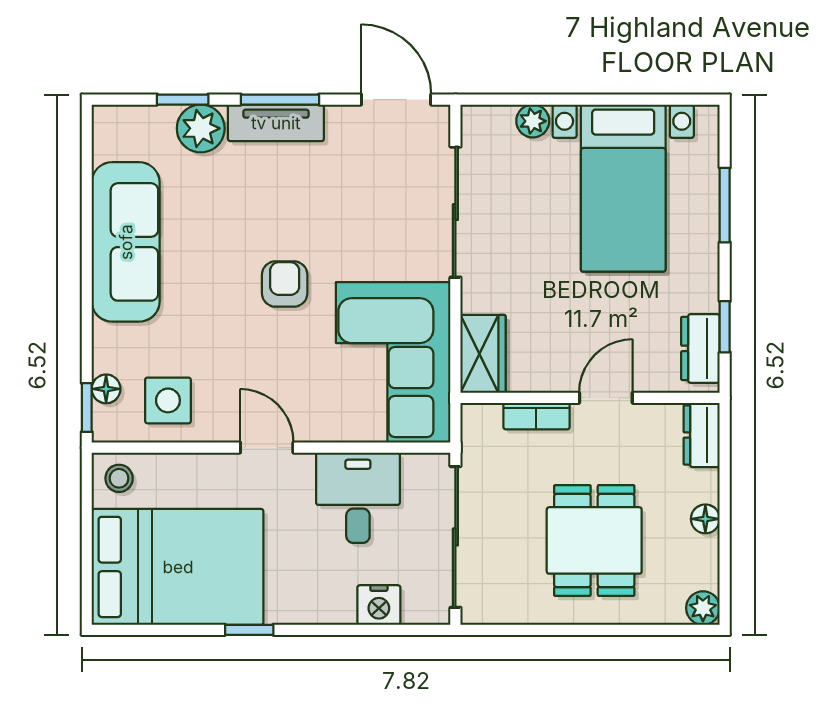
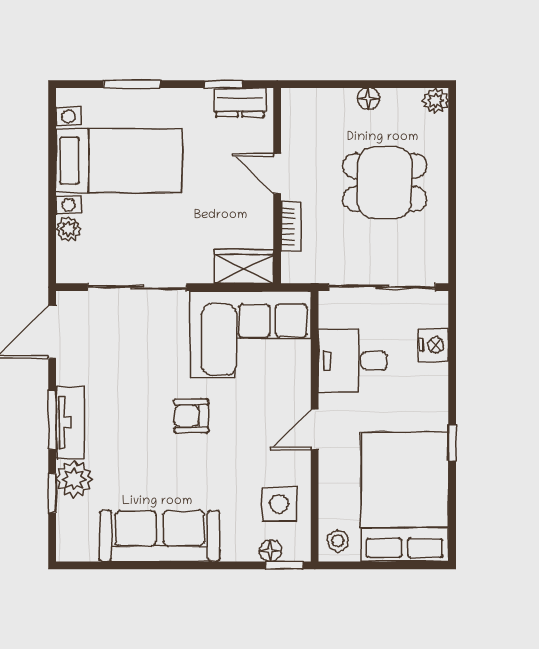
dresser: (702, 435) -> (305, 101), removed

